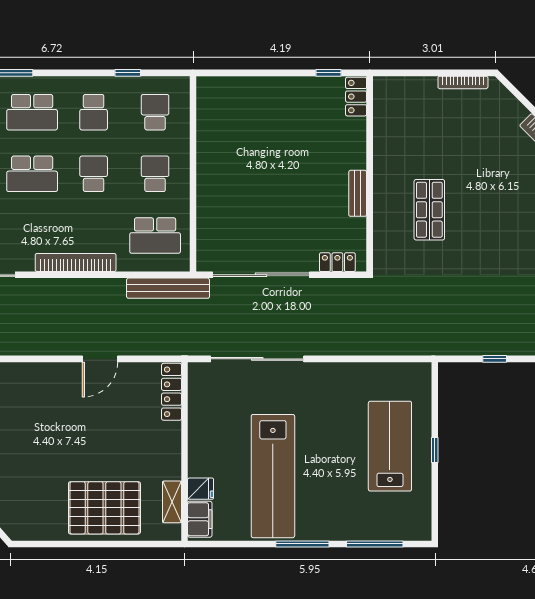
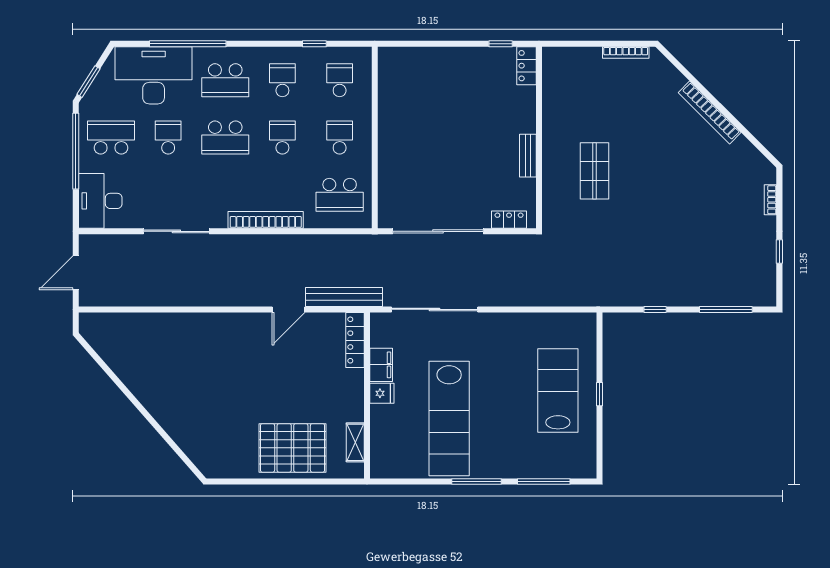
school desk: (94, 112) -> (282, 80), turned 180
bench: (168, 288) -> (344, 297), moved
fridge: (201, 489) -> (382, 393), moved
filing cabinet: (200, 519) -> (381, 365), moved

